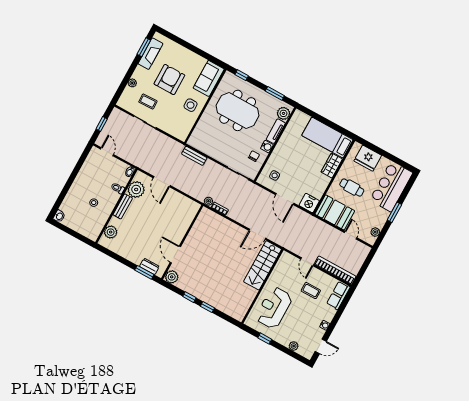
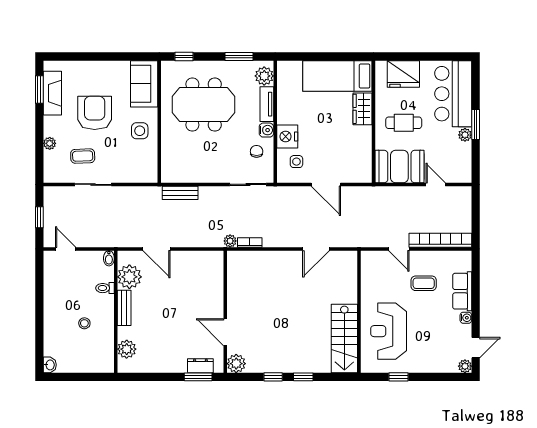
nightstand: (309, 203) -> (287, 136), moved, turned 90
plant: (375, 232) -> (465, 135), moved
stairs: (263, 265) -> (344, 338), moved
row of seats: (338, 295) -> (462, 291), moved
plant: (294, 346) -> (465, 366), moved

